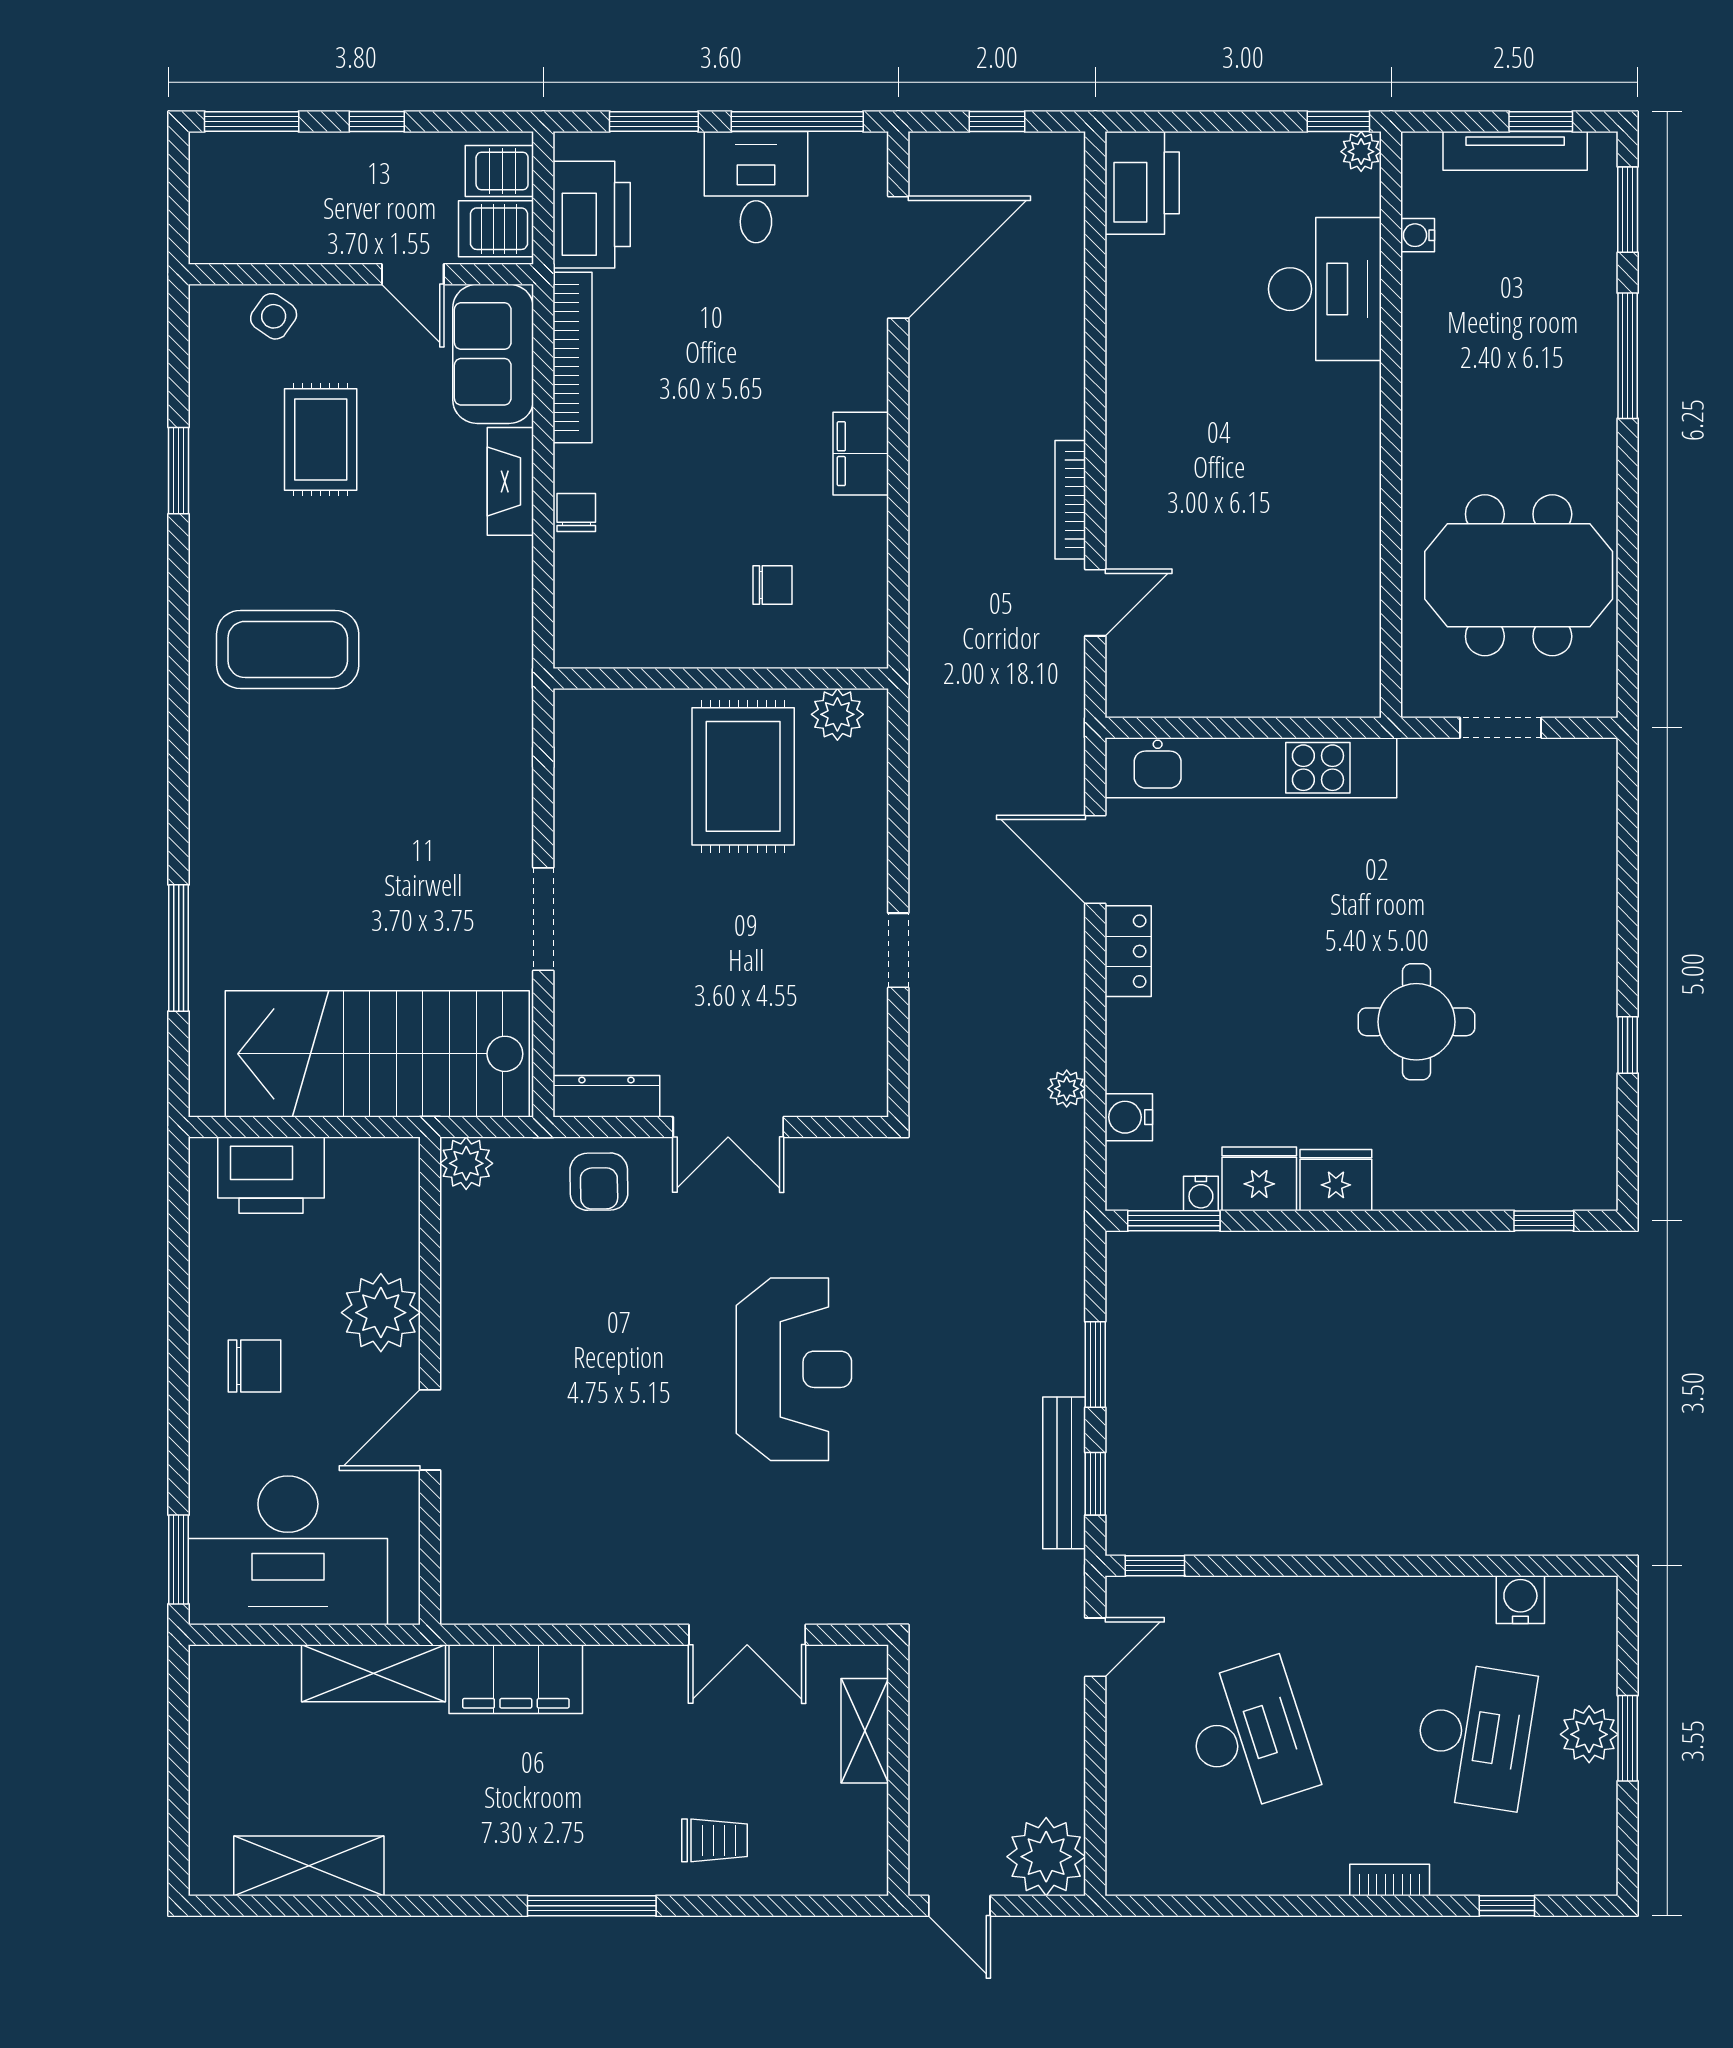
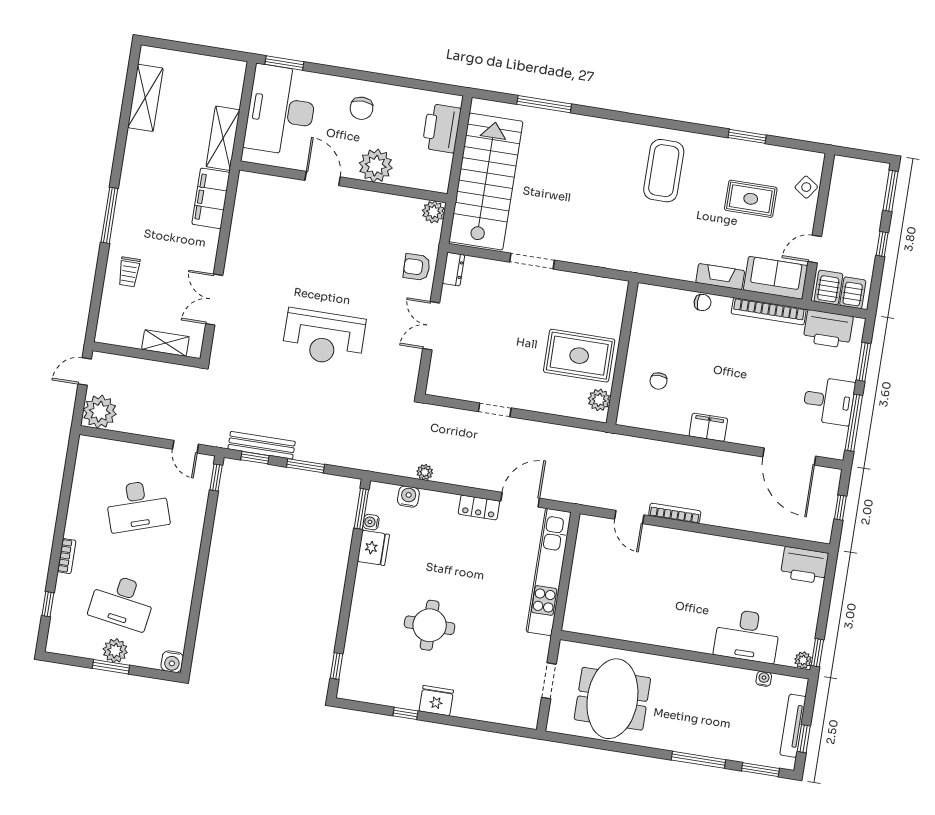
dresser: (606, 1096) -> (454, 269), width x0.70
fridge: (1336, 1180) -> (436, 701), moved, turned -90
water cooler: (1520, 1600) -> (172, 662), moved, turned 90

